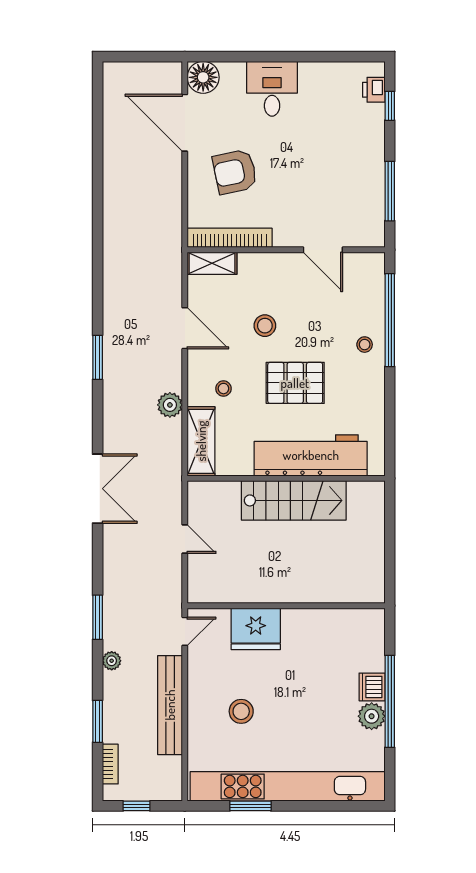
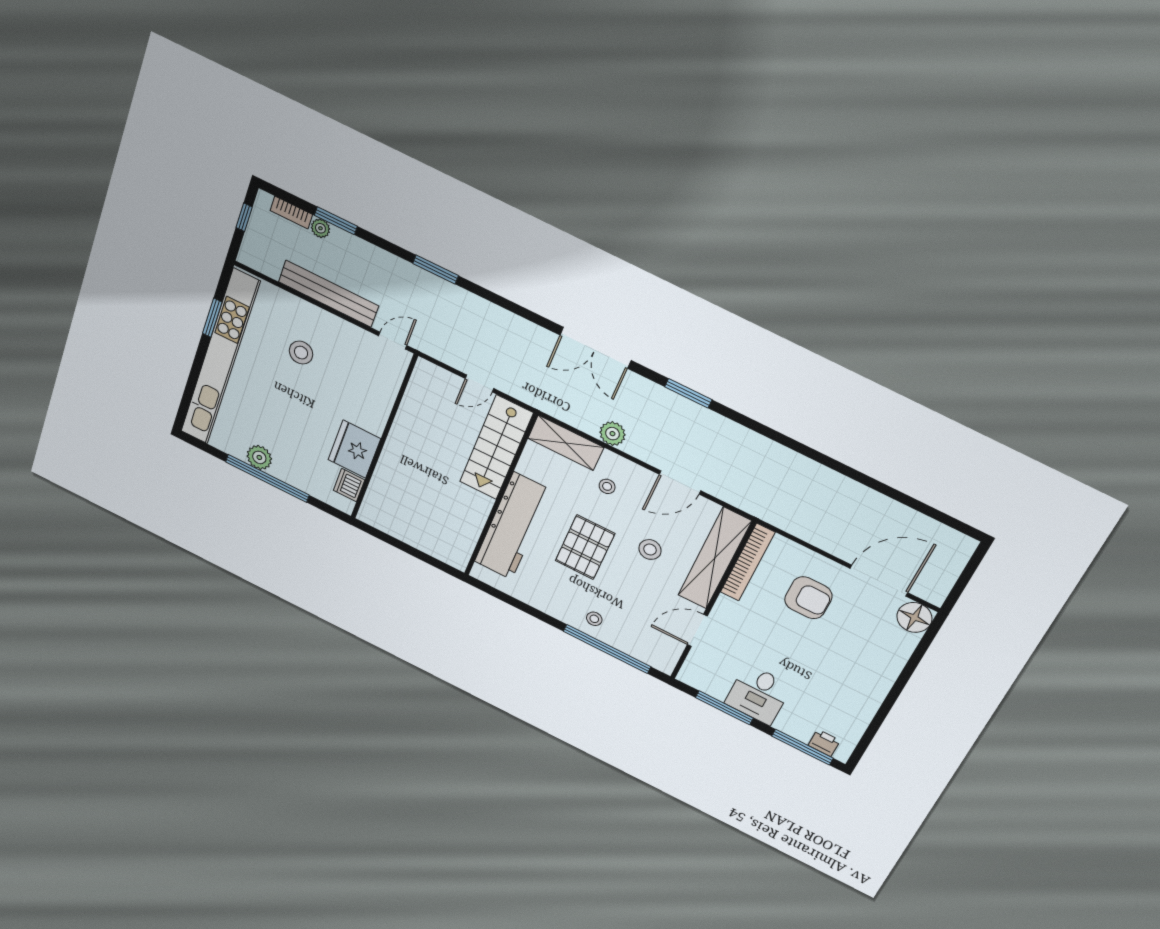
desk: (272, 89) -> (758, 694), moved, turned 90
window: (390, 106) -> (802, 747), width x2.17
armchair: (235, 172) -> (808, 598), turned 102
shelving: (212, 263) -> (715, 558), width x2.20, depth x1.33
double door: (98, 489) -> (595, 348), moved
stairs: (294, 500) -> (496, 448), moved
fridge: (256, 629) -> (354, 449), moved
door: (185, 631) -> (393, 341), swing flipped
plant: (112, 661) -> (320, 228), moved
dishwasher: (372, 687) -> (349, 485), moved, turned -90

